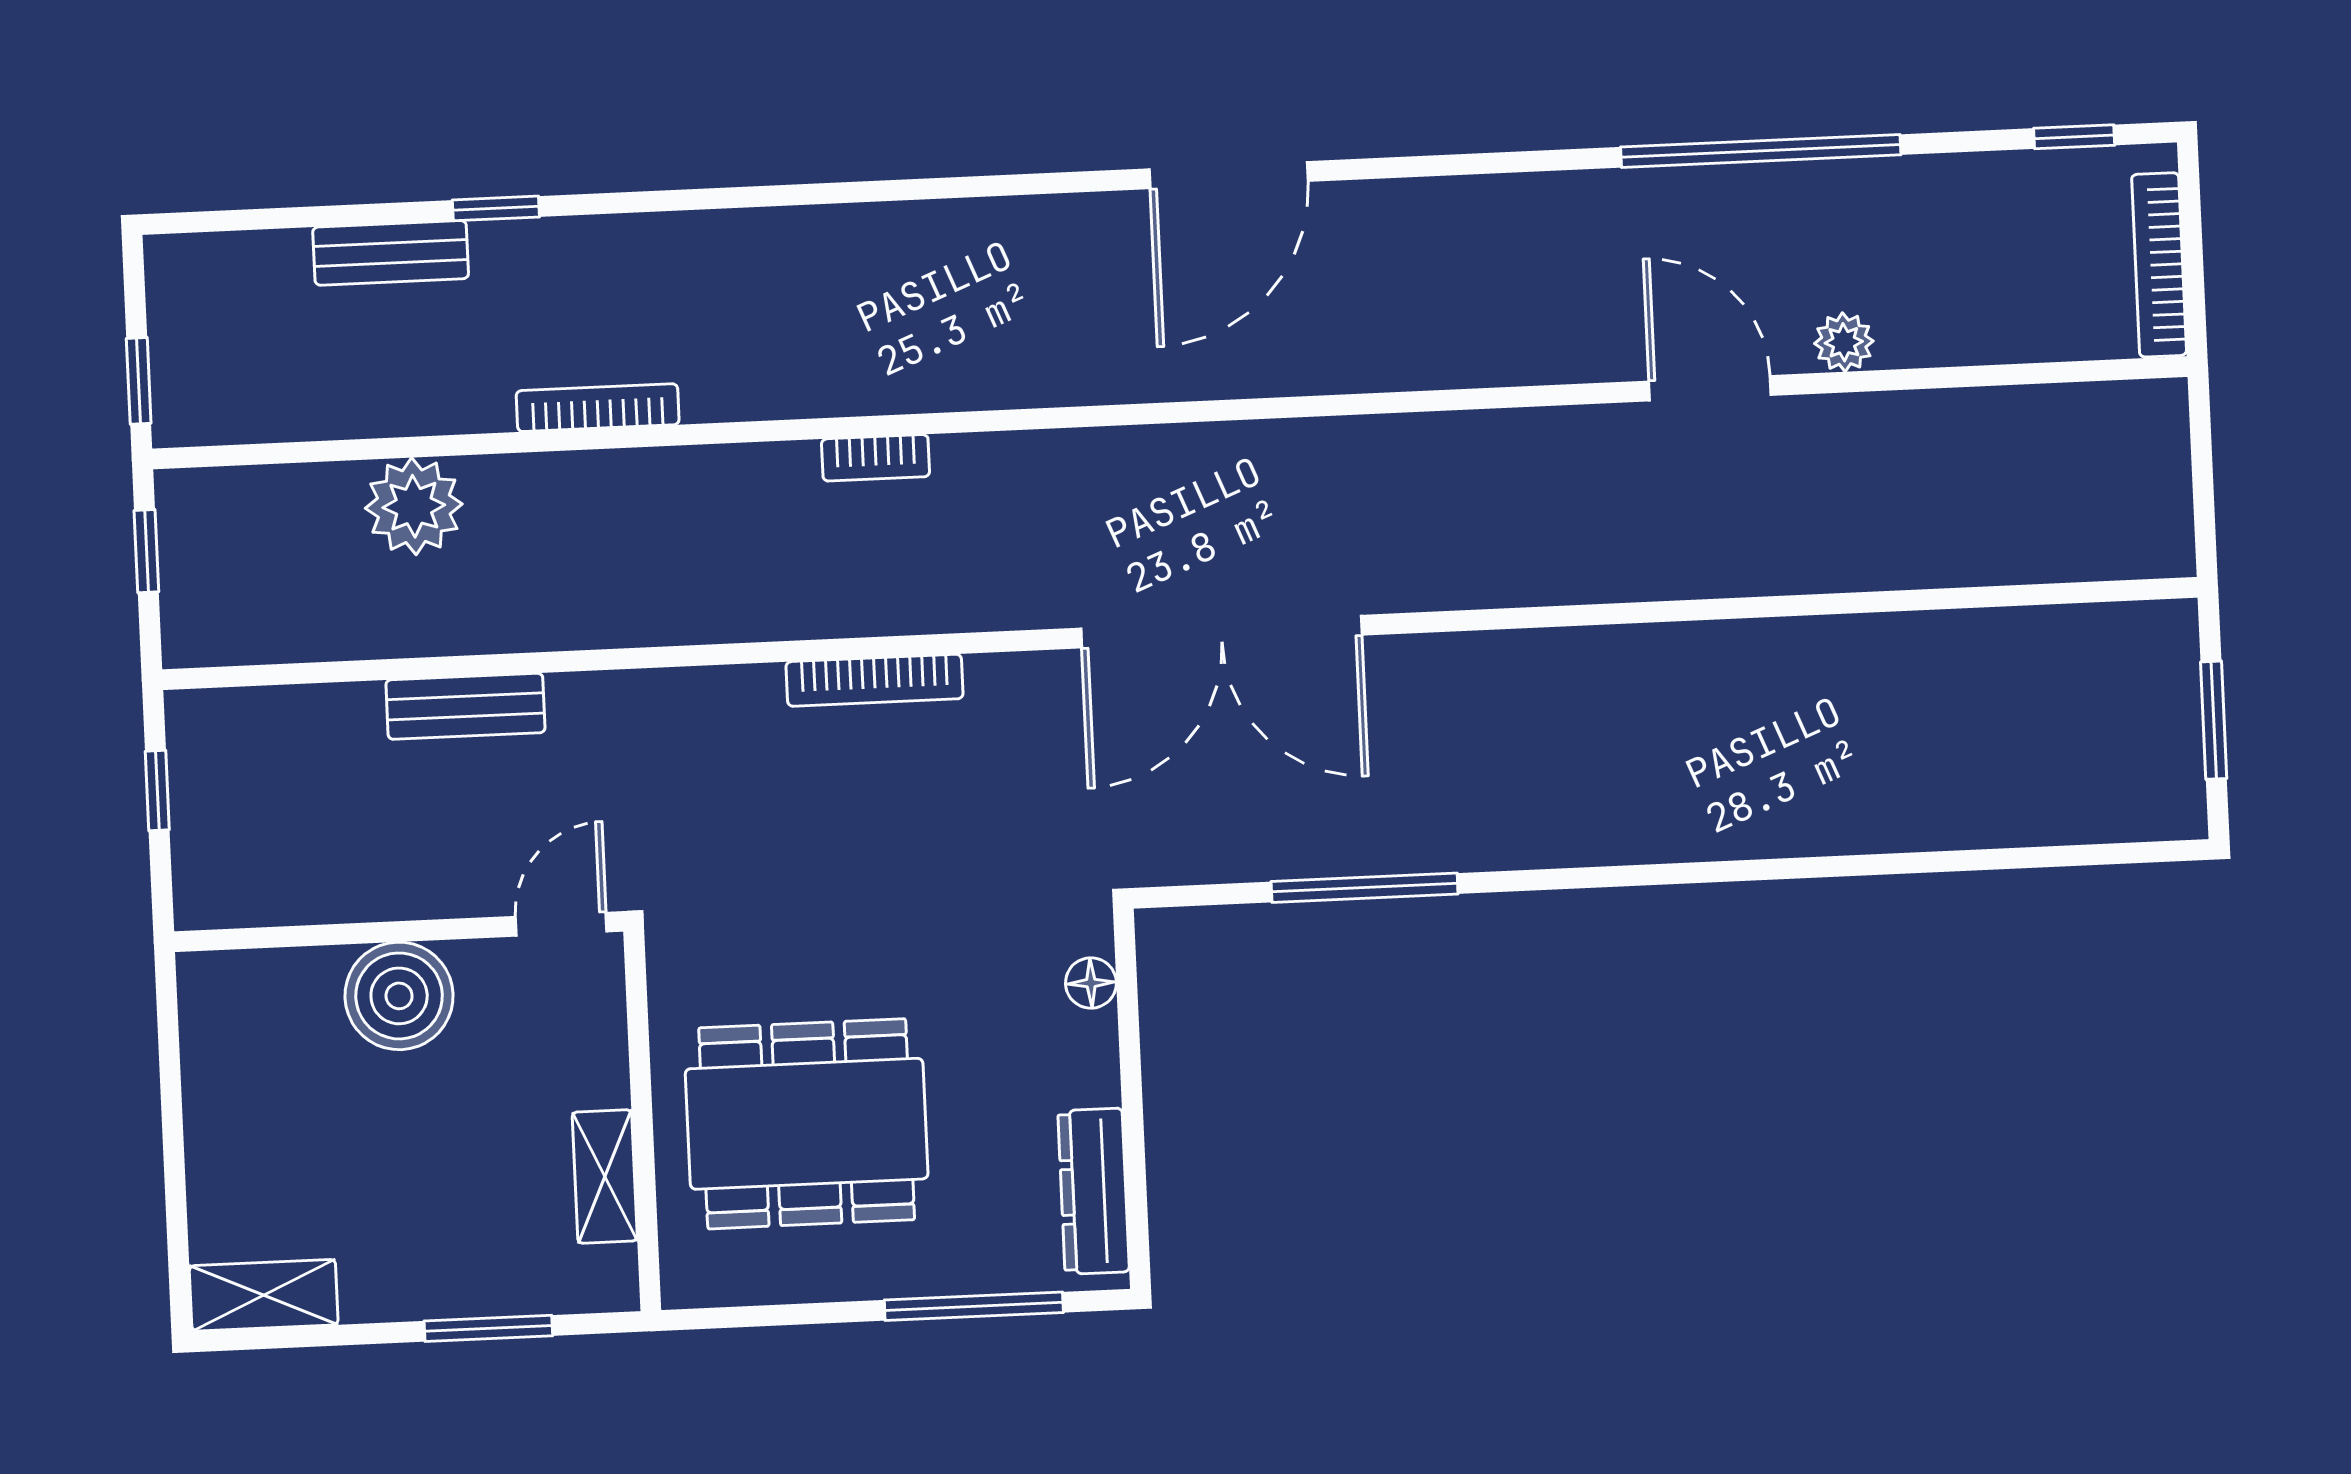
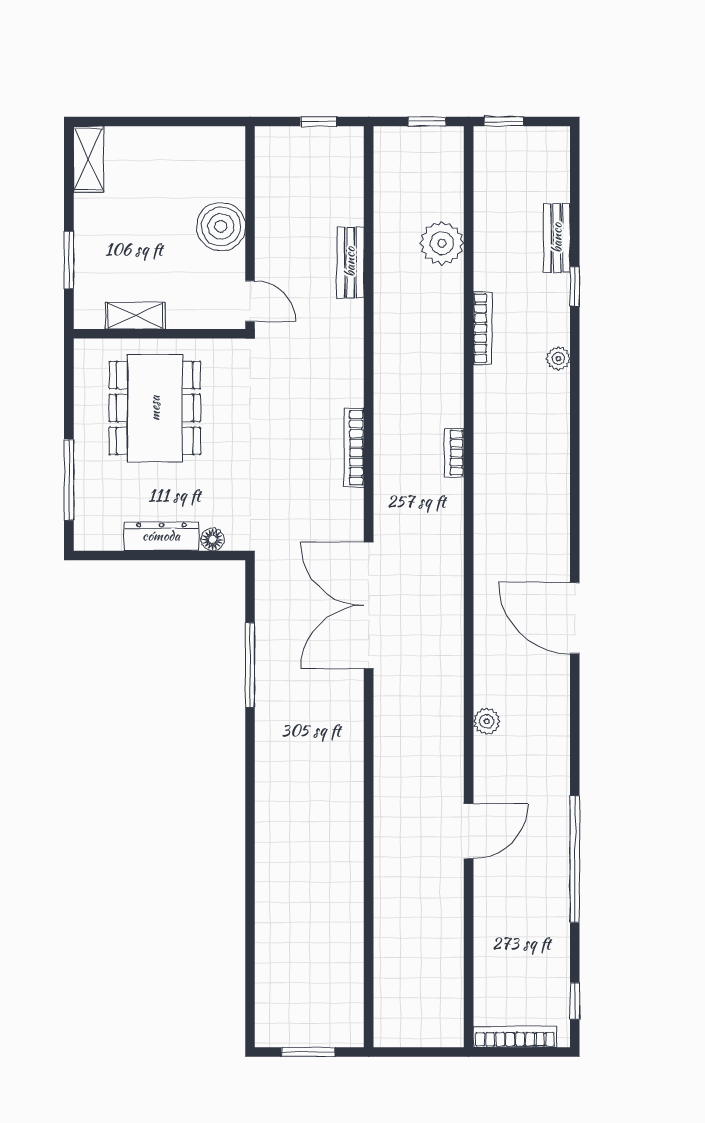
plant: (657, 238) -> (558, 358), added
plant: (1844, 342) -> (487, 721), moved
dresser: (1094, 1191) -> (161, 536), moved

